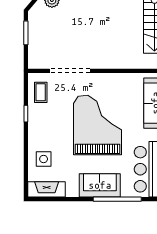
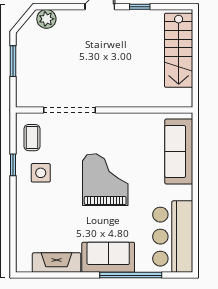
grand piano: (98, 125) -> (105, 180), width x0.73, depth x0.68
side table: (44, 159) -> (41, 173), moved
fireplace: (47, 189) -> (57, 263), moved

